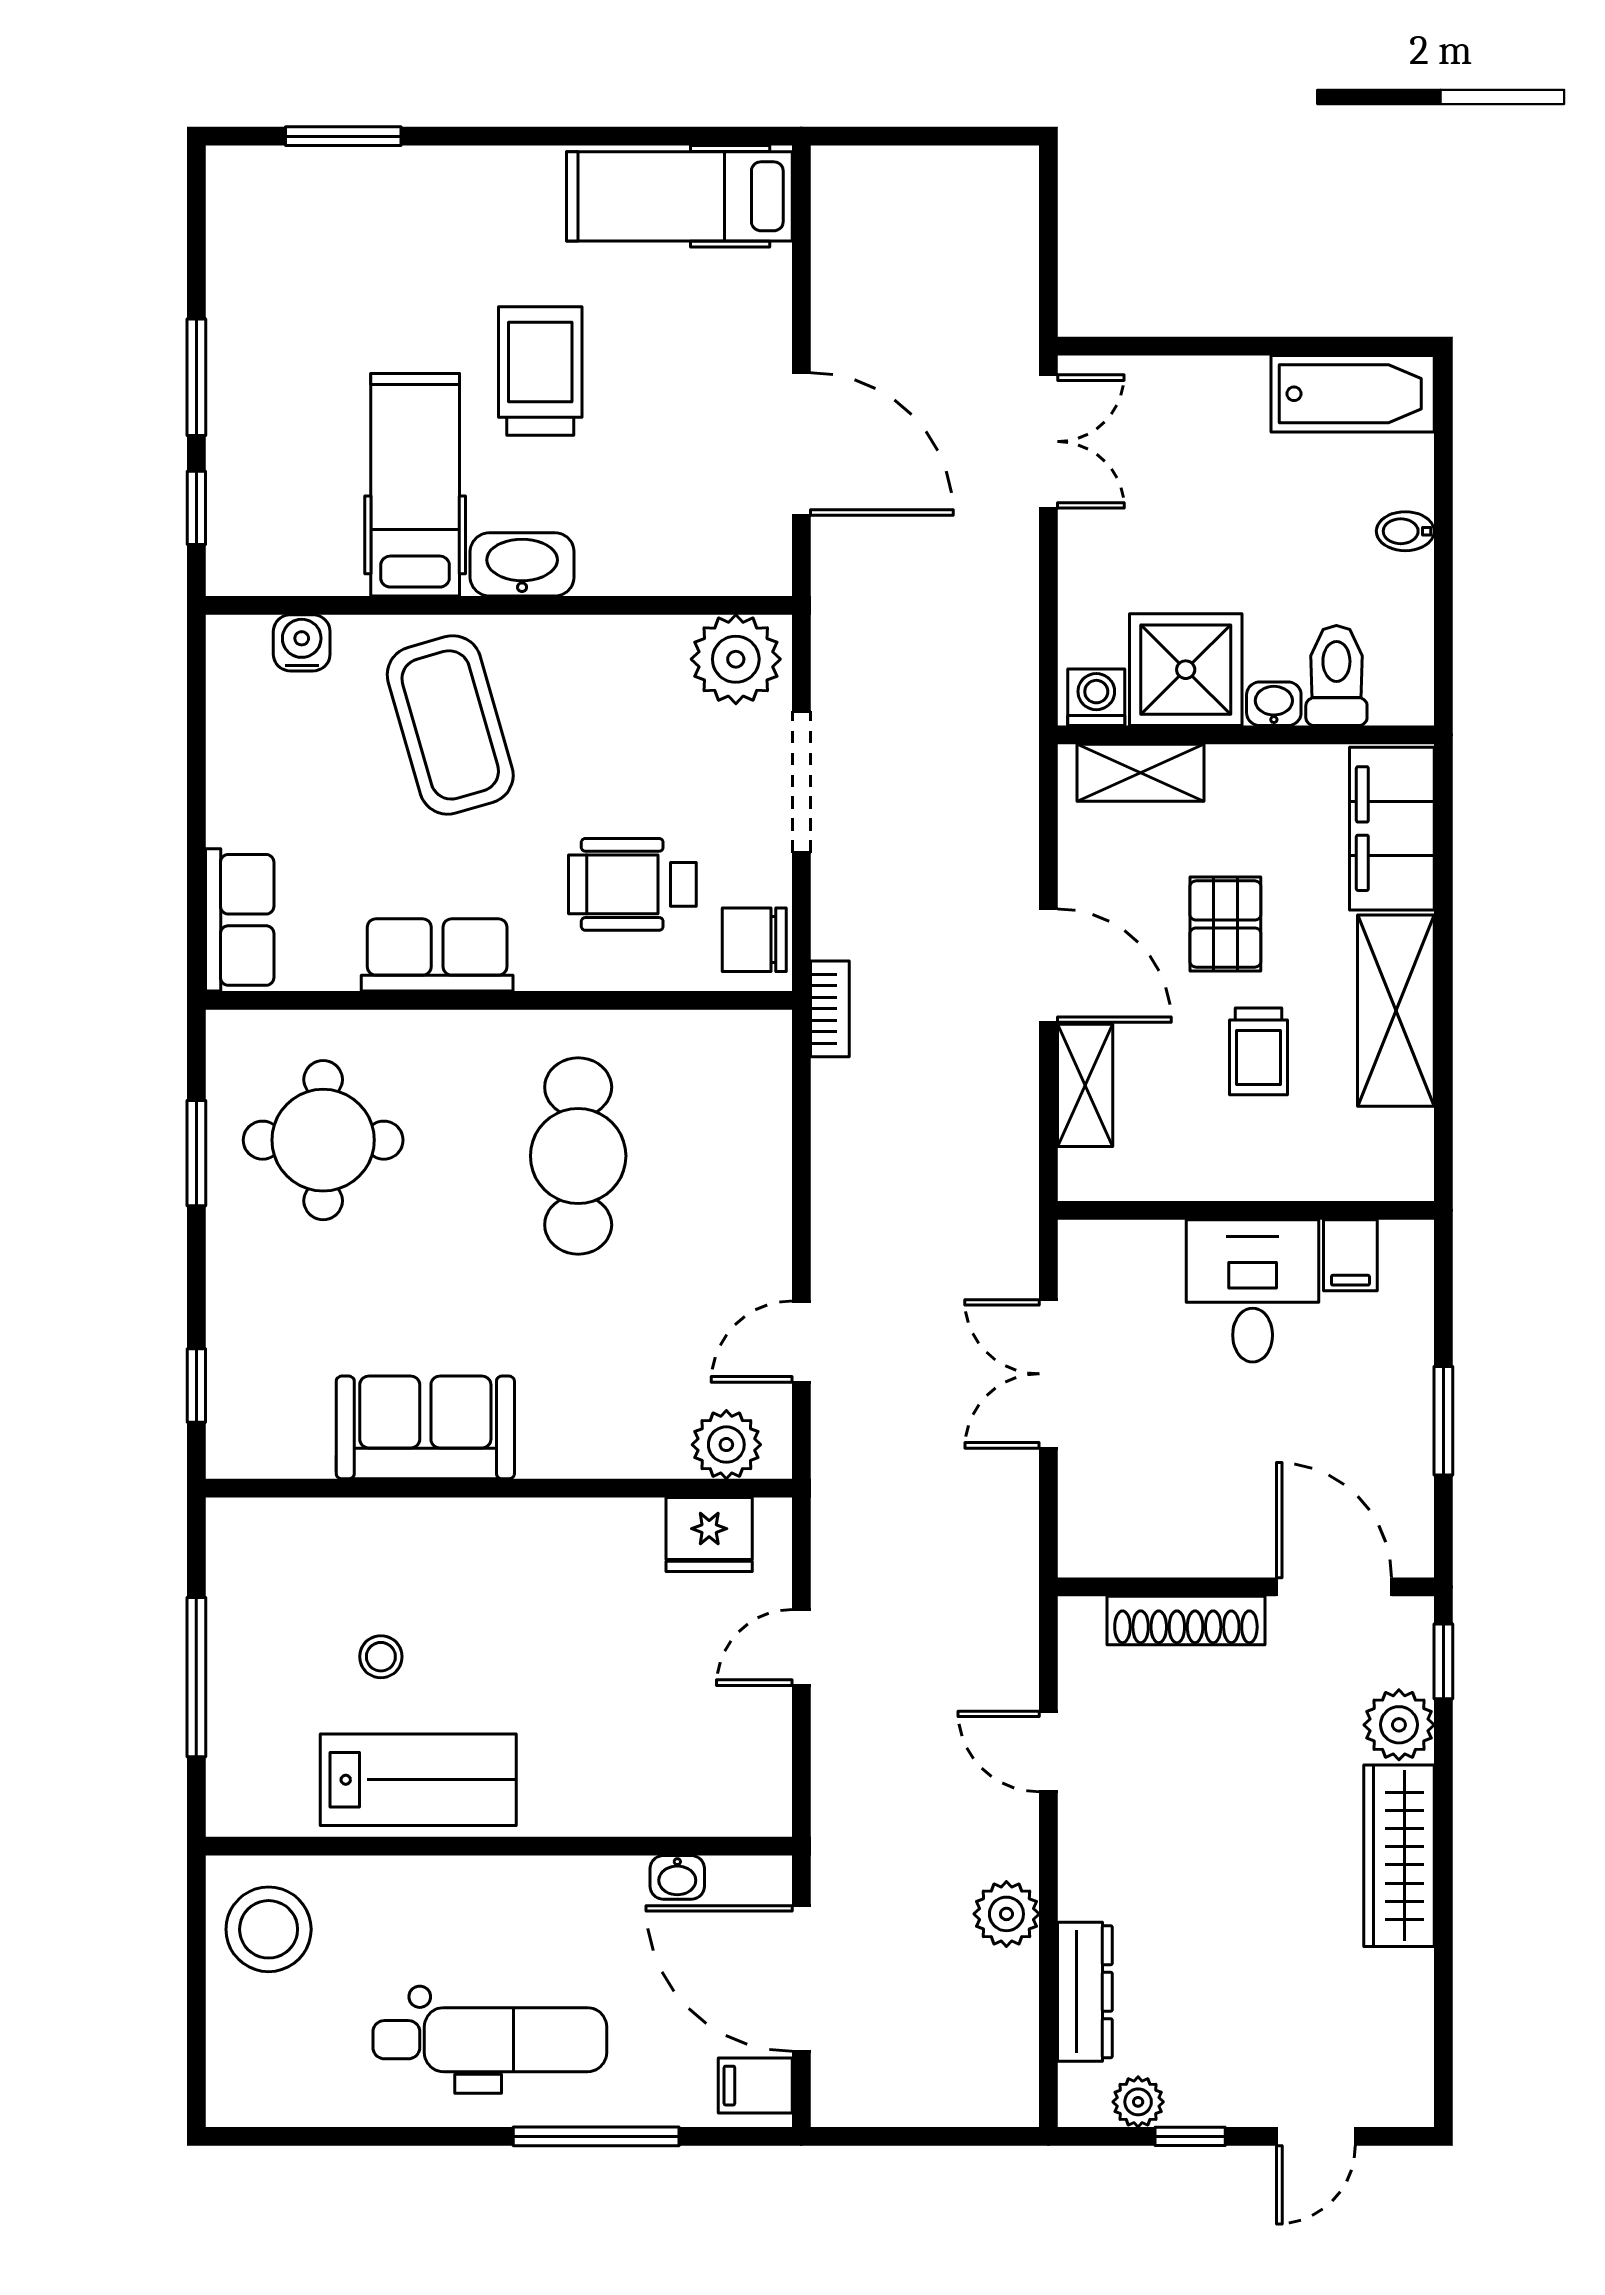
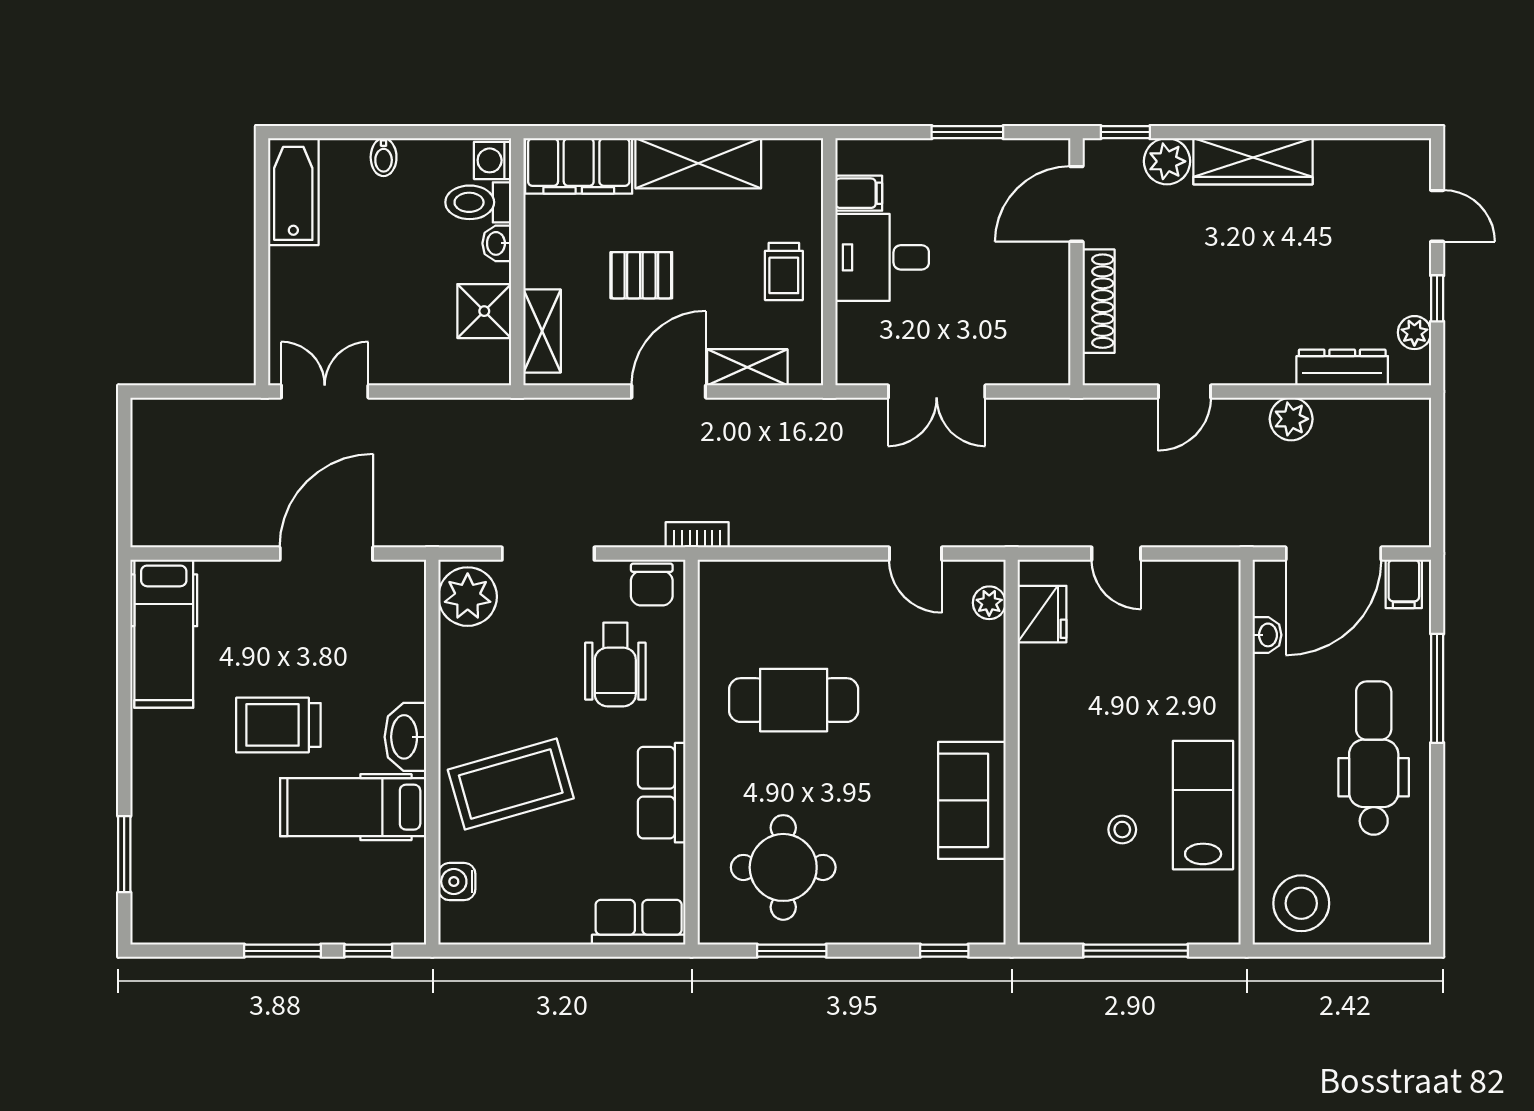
shower: (1186, 670) -> (484, 311), width x0.73, depth x0.73
washing machine: (1096, 697) -> (493, 160), moved
trolley: (1259, 1051) -> (784, 271), moved, turned 90
plant: (726, 1445) -> (989, 603), width x0.73, depth x0.73

